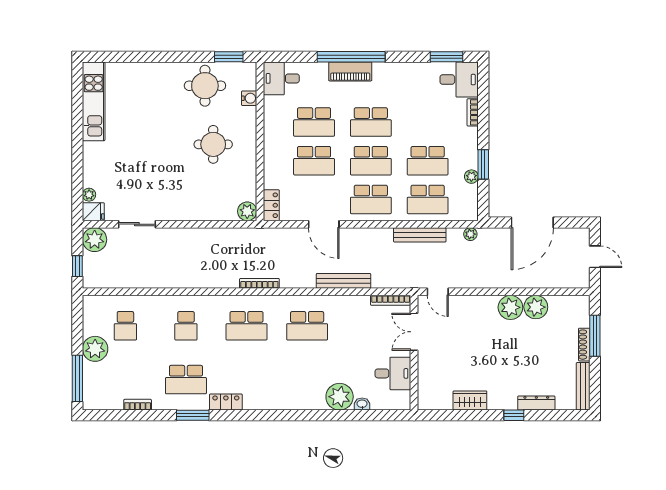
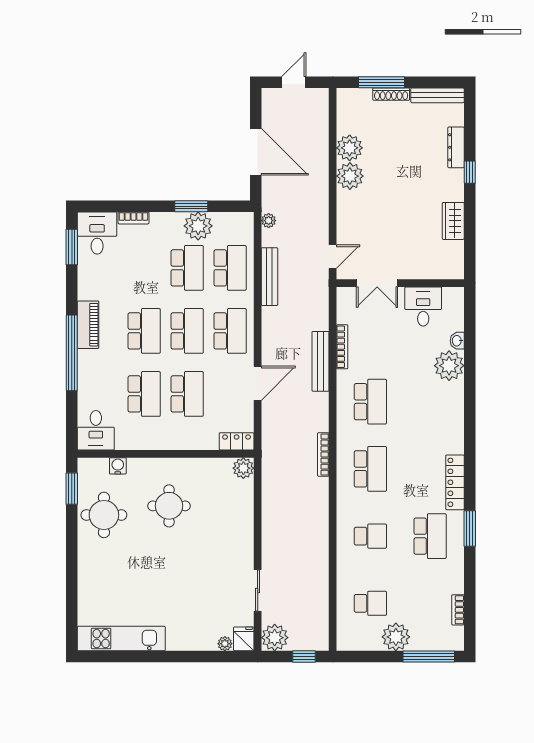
piano: (350, 71) -> (88, 325), moved
plant: (471, 177) -> (198, 226), width x1.87, depth x1.87
bookcase: (391, 300) -> (342, 347), moved
locker: (226, 402) -> (455, 482), width x1.53
bookcase: (138, 405) -> (458, 610), moved

